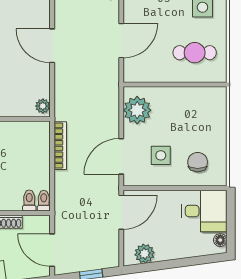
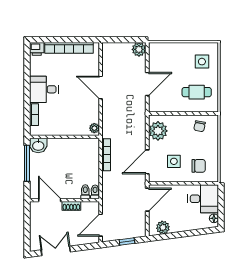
chair: (199, 103) -> (200, 126), added
chair: (198, 162) -> (199, 166), turned 90
door: (52, 250) -> (101, 225), hinge flipped

